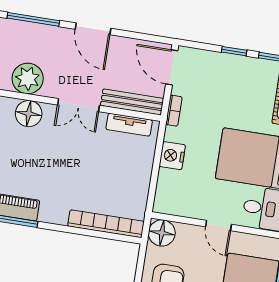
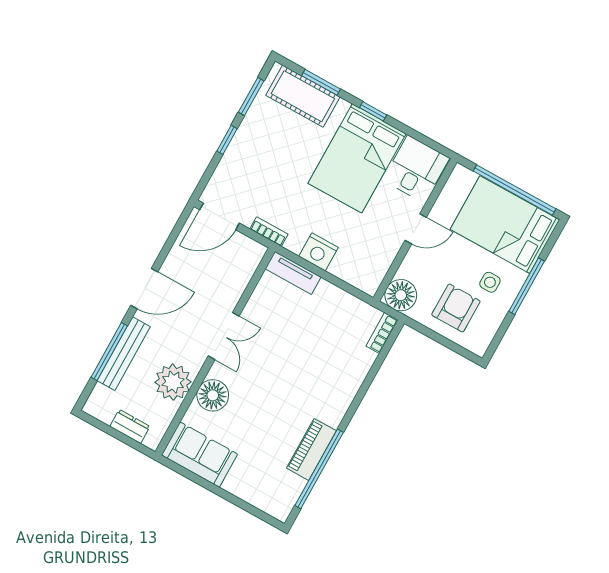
bench: (132, 102) -> (124, 354), moved
tv unit: (129, 125) -> (293, 273), moved, turned 90
bookcase: (106, 224) -> (382, 333), width x0.43, depth x0.76

